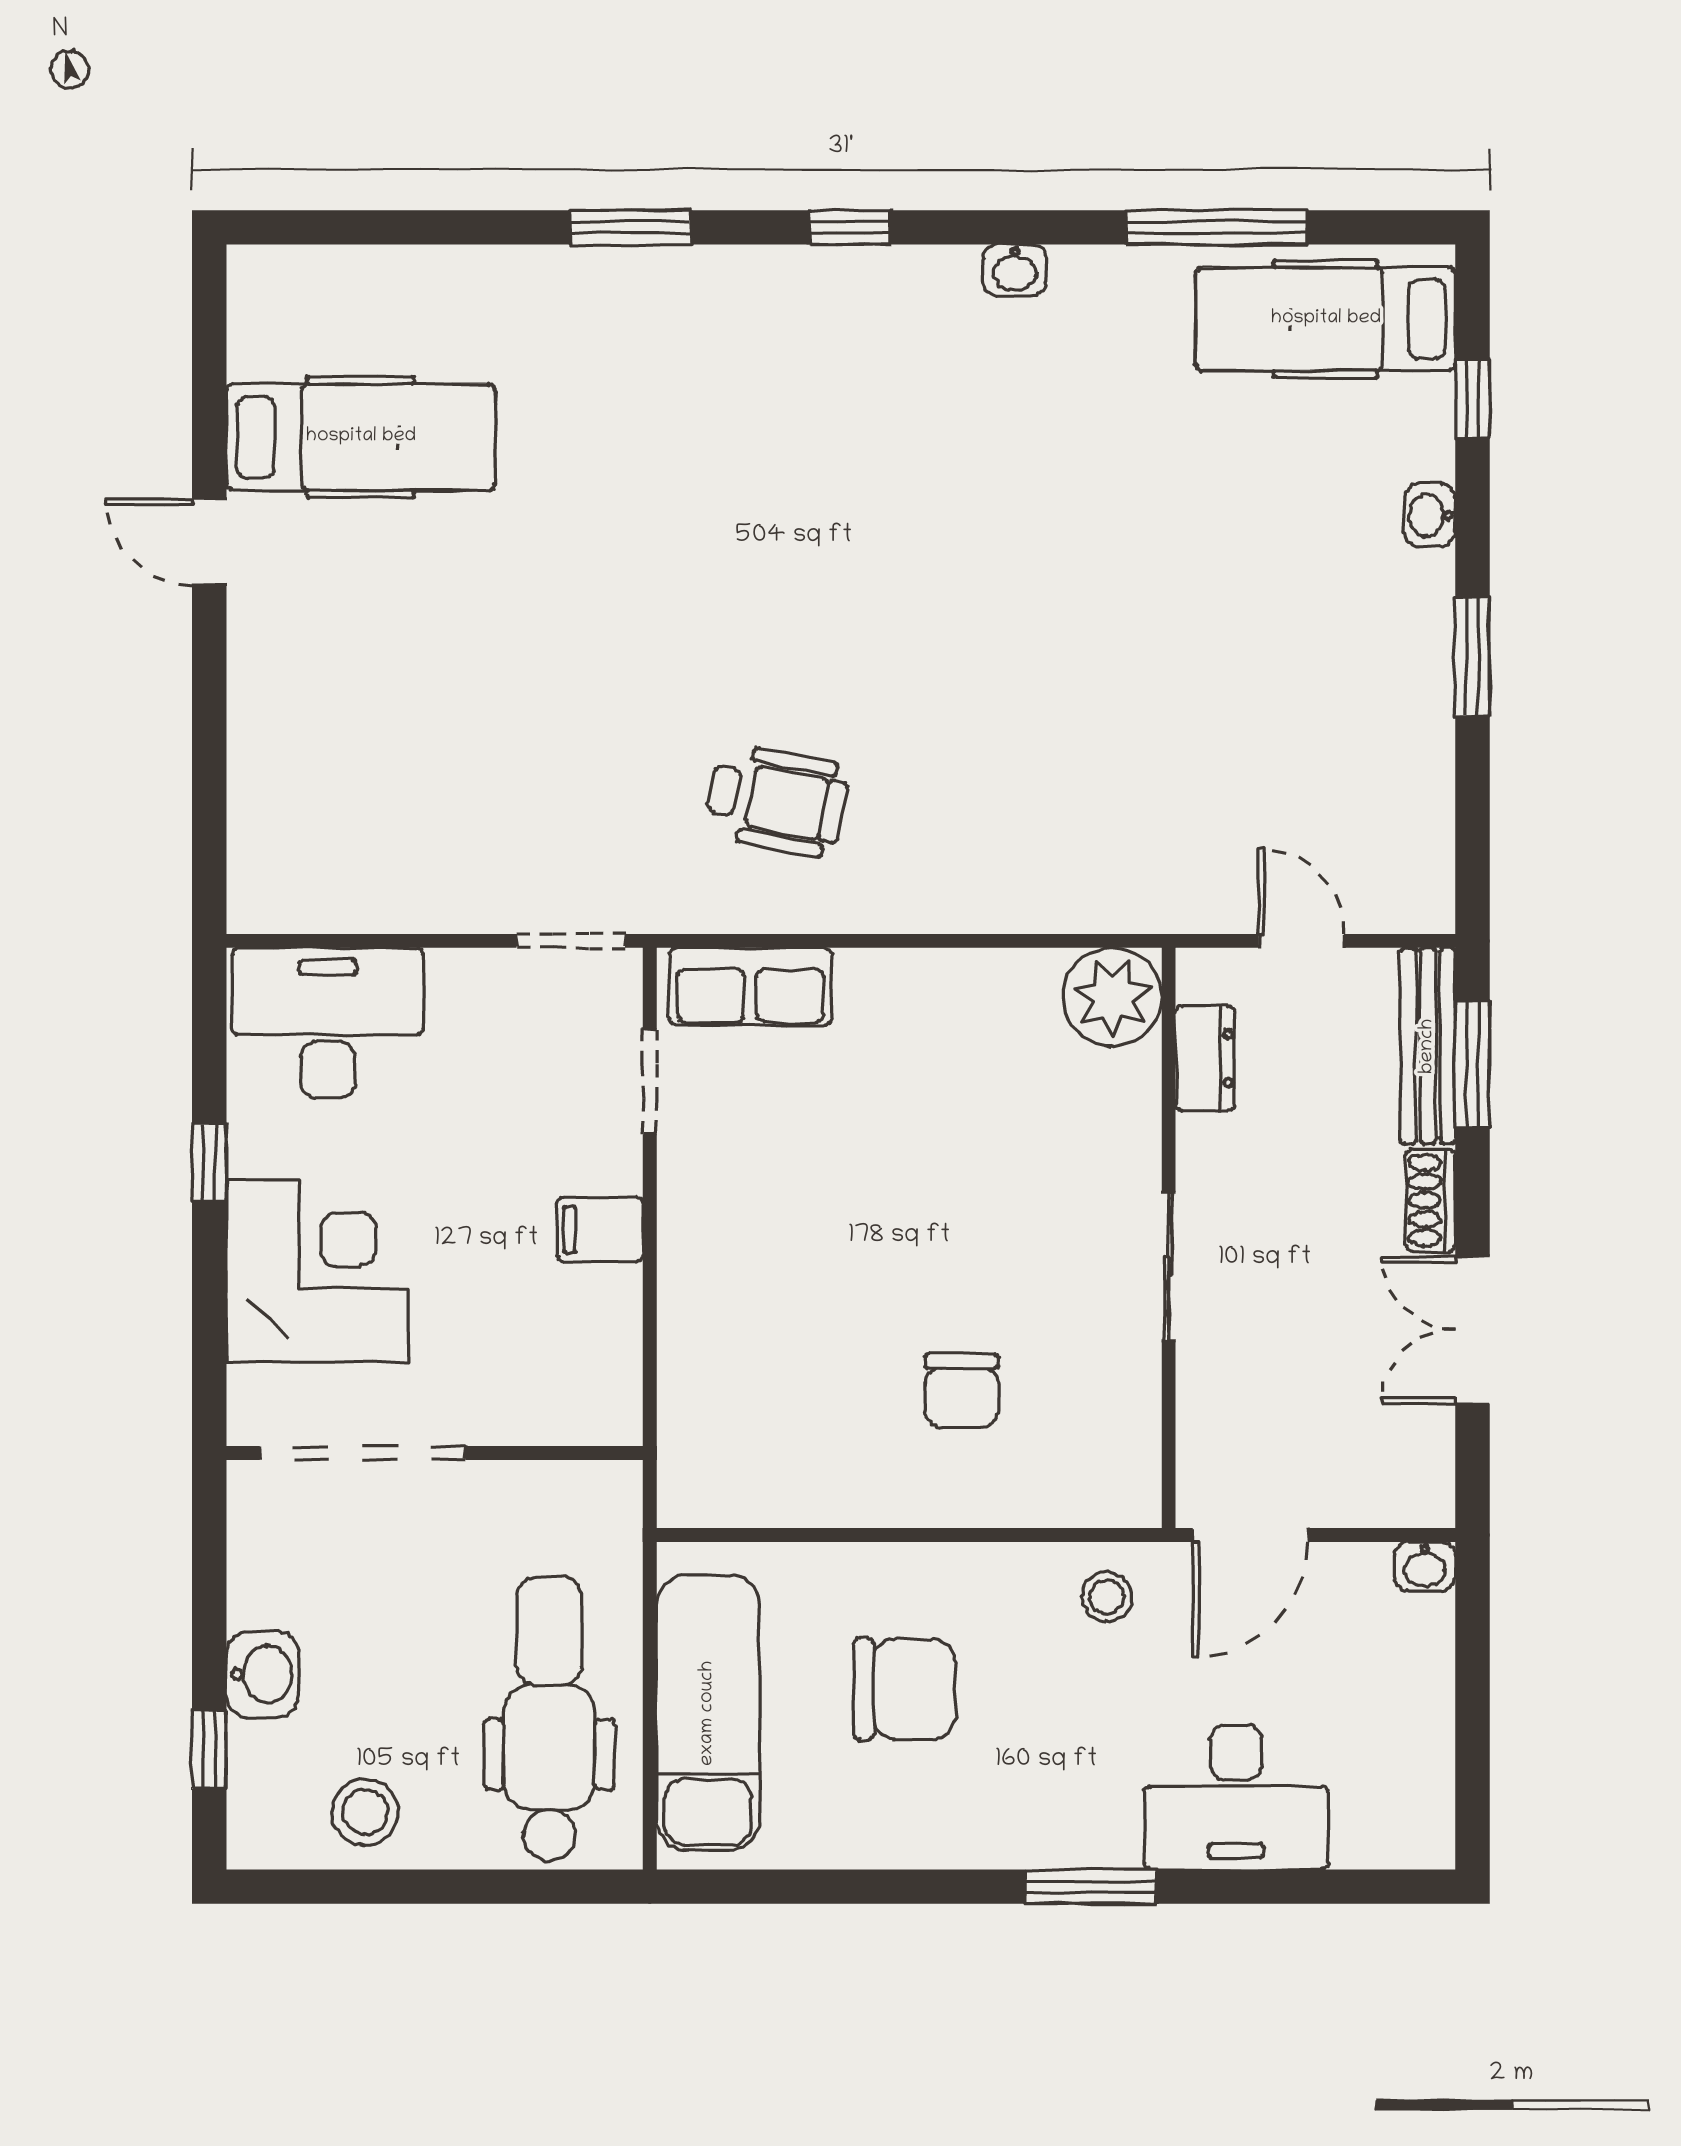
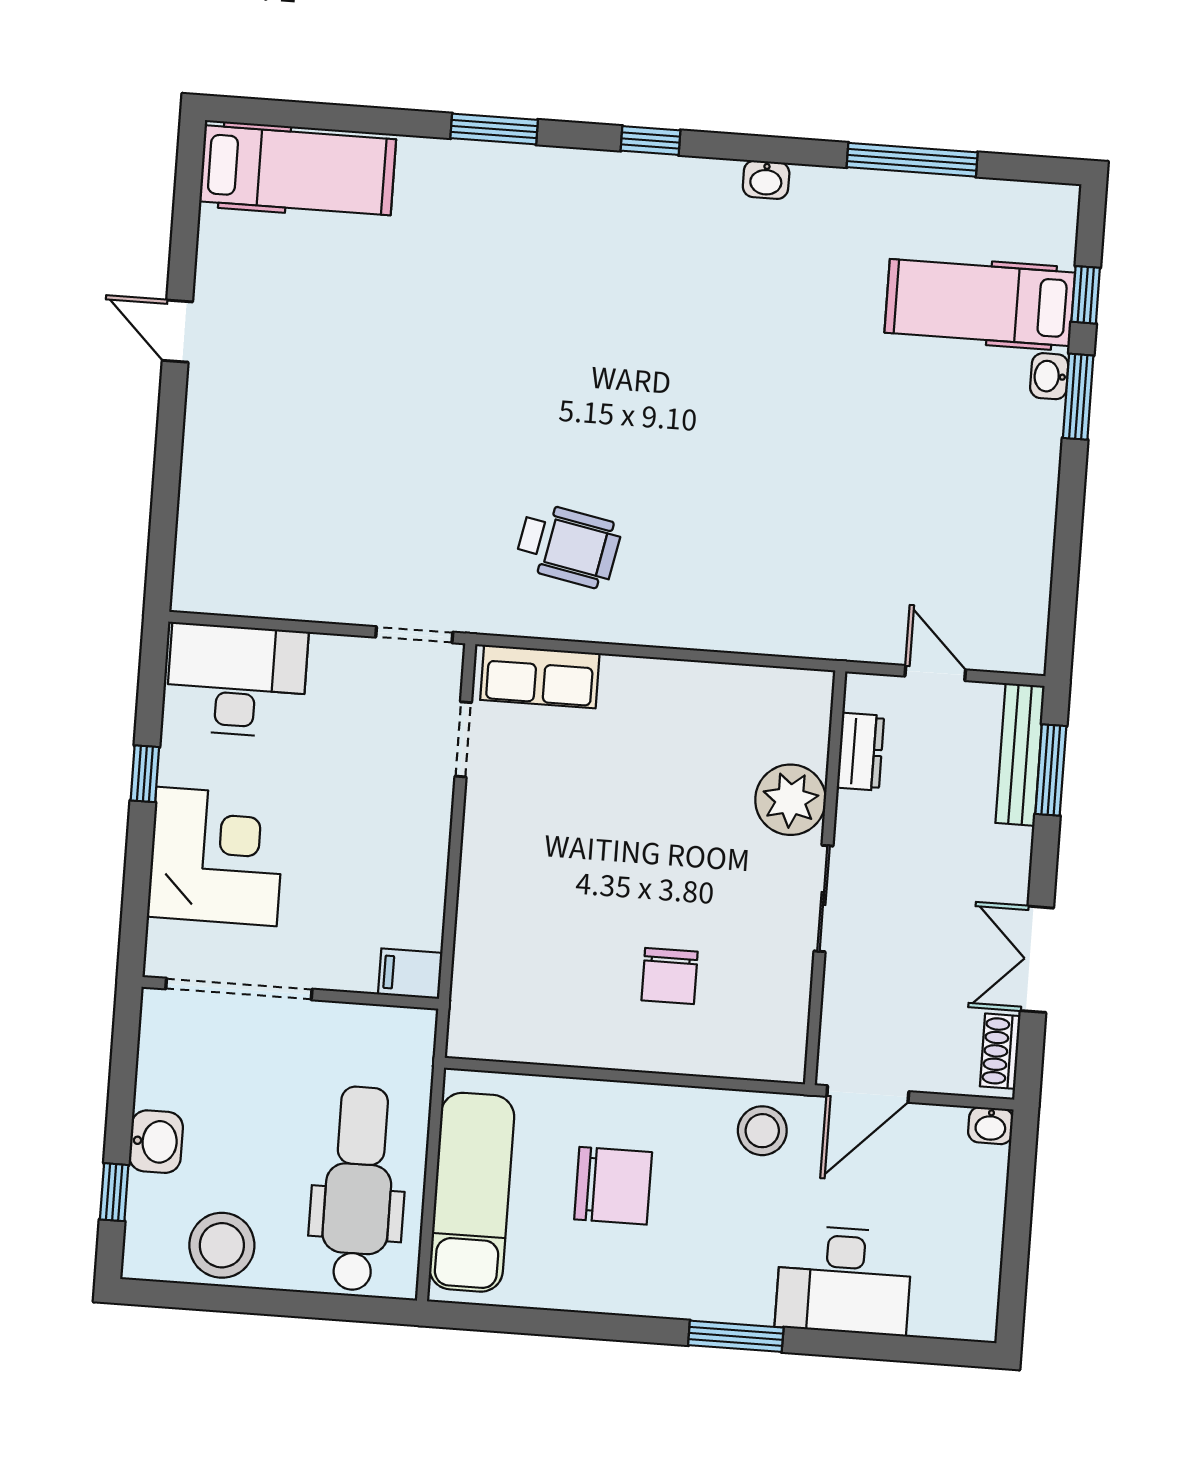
hospital bed: (1326, 319) -> (980, 303), moved
hospital bed: (361, 437) -> (298, 170), moved
window: (1472, 656) -> (1078, 397), moved
plant: (1112, 997) -> (790, 800), moved
shoe rack: (1431, 1200) -> (1000, 1051), moved
filing cabinet: (600, 1230) -> (410, 974), moved
stool: (1107, 1597) -> (762, 1131), width x1.37, depth x1.37
stool: (365, 1812) -> (222, 1245), width x1.38, depth x1.38

